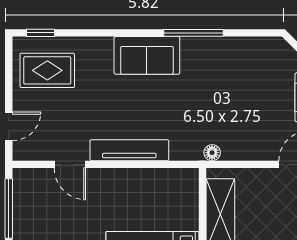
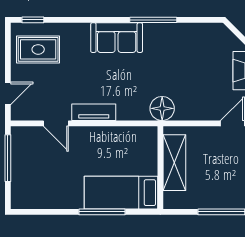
tv unit: (129, 150) -> (94, 112), width x0.71
floor lamp: (212, 153) -> (162, 108), width x1.89, depth x1.89

